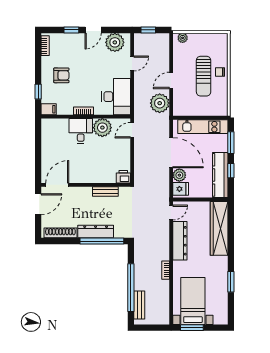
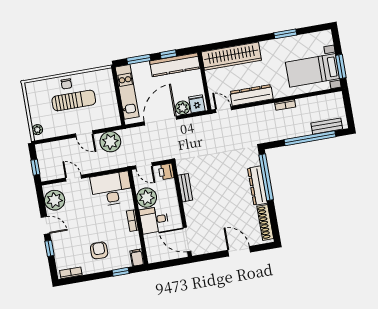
printer: (123, 177) -> (166, 172), moved
door: (57, 185) -> (187, 239), moved
wall: (86, 185) -> (182, 210), moved
bench: (105, 192) -> (185, 188), moved

